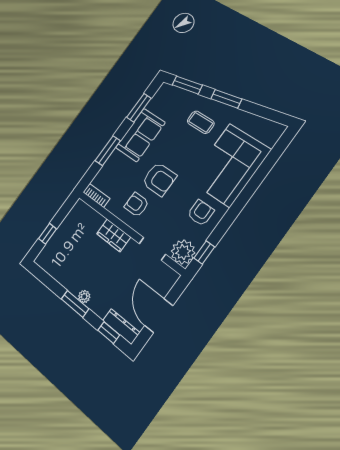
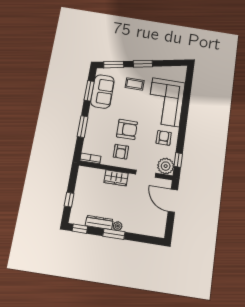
sofa: (140, 135) -> (102, 91), moved
armchair: (137, 205) -> (121, 152), turned -90
door: (159, 316) -> (173, 201), moved
dresser: (121, 326) -> (99, 222), moved
window: (109, 333) -> (80, 229), moved

